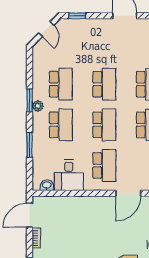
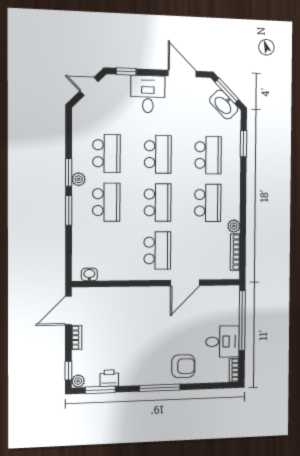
door: (46, 29) -> (89, 86), swing flipped
window: (30, 145) -> (69, 210), moved
desk: (69, 175) -> (148, 94), moved, turned 180

